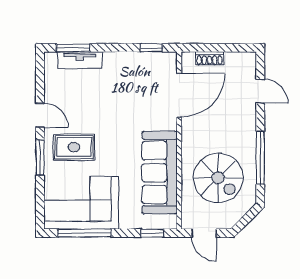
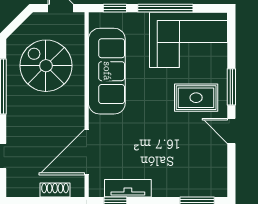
tv unit: (80, 60) -> (128, 188), moved
window: (85, 233) -> (165, 8), moved

